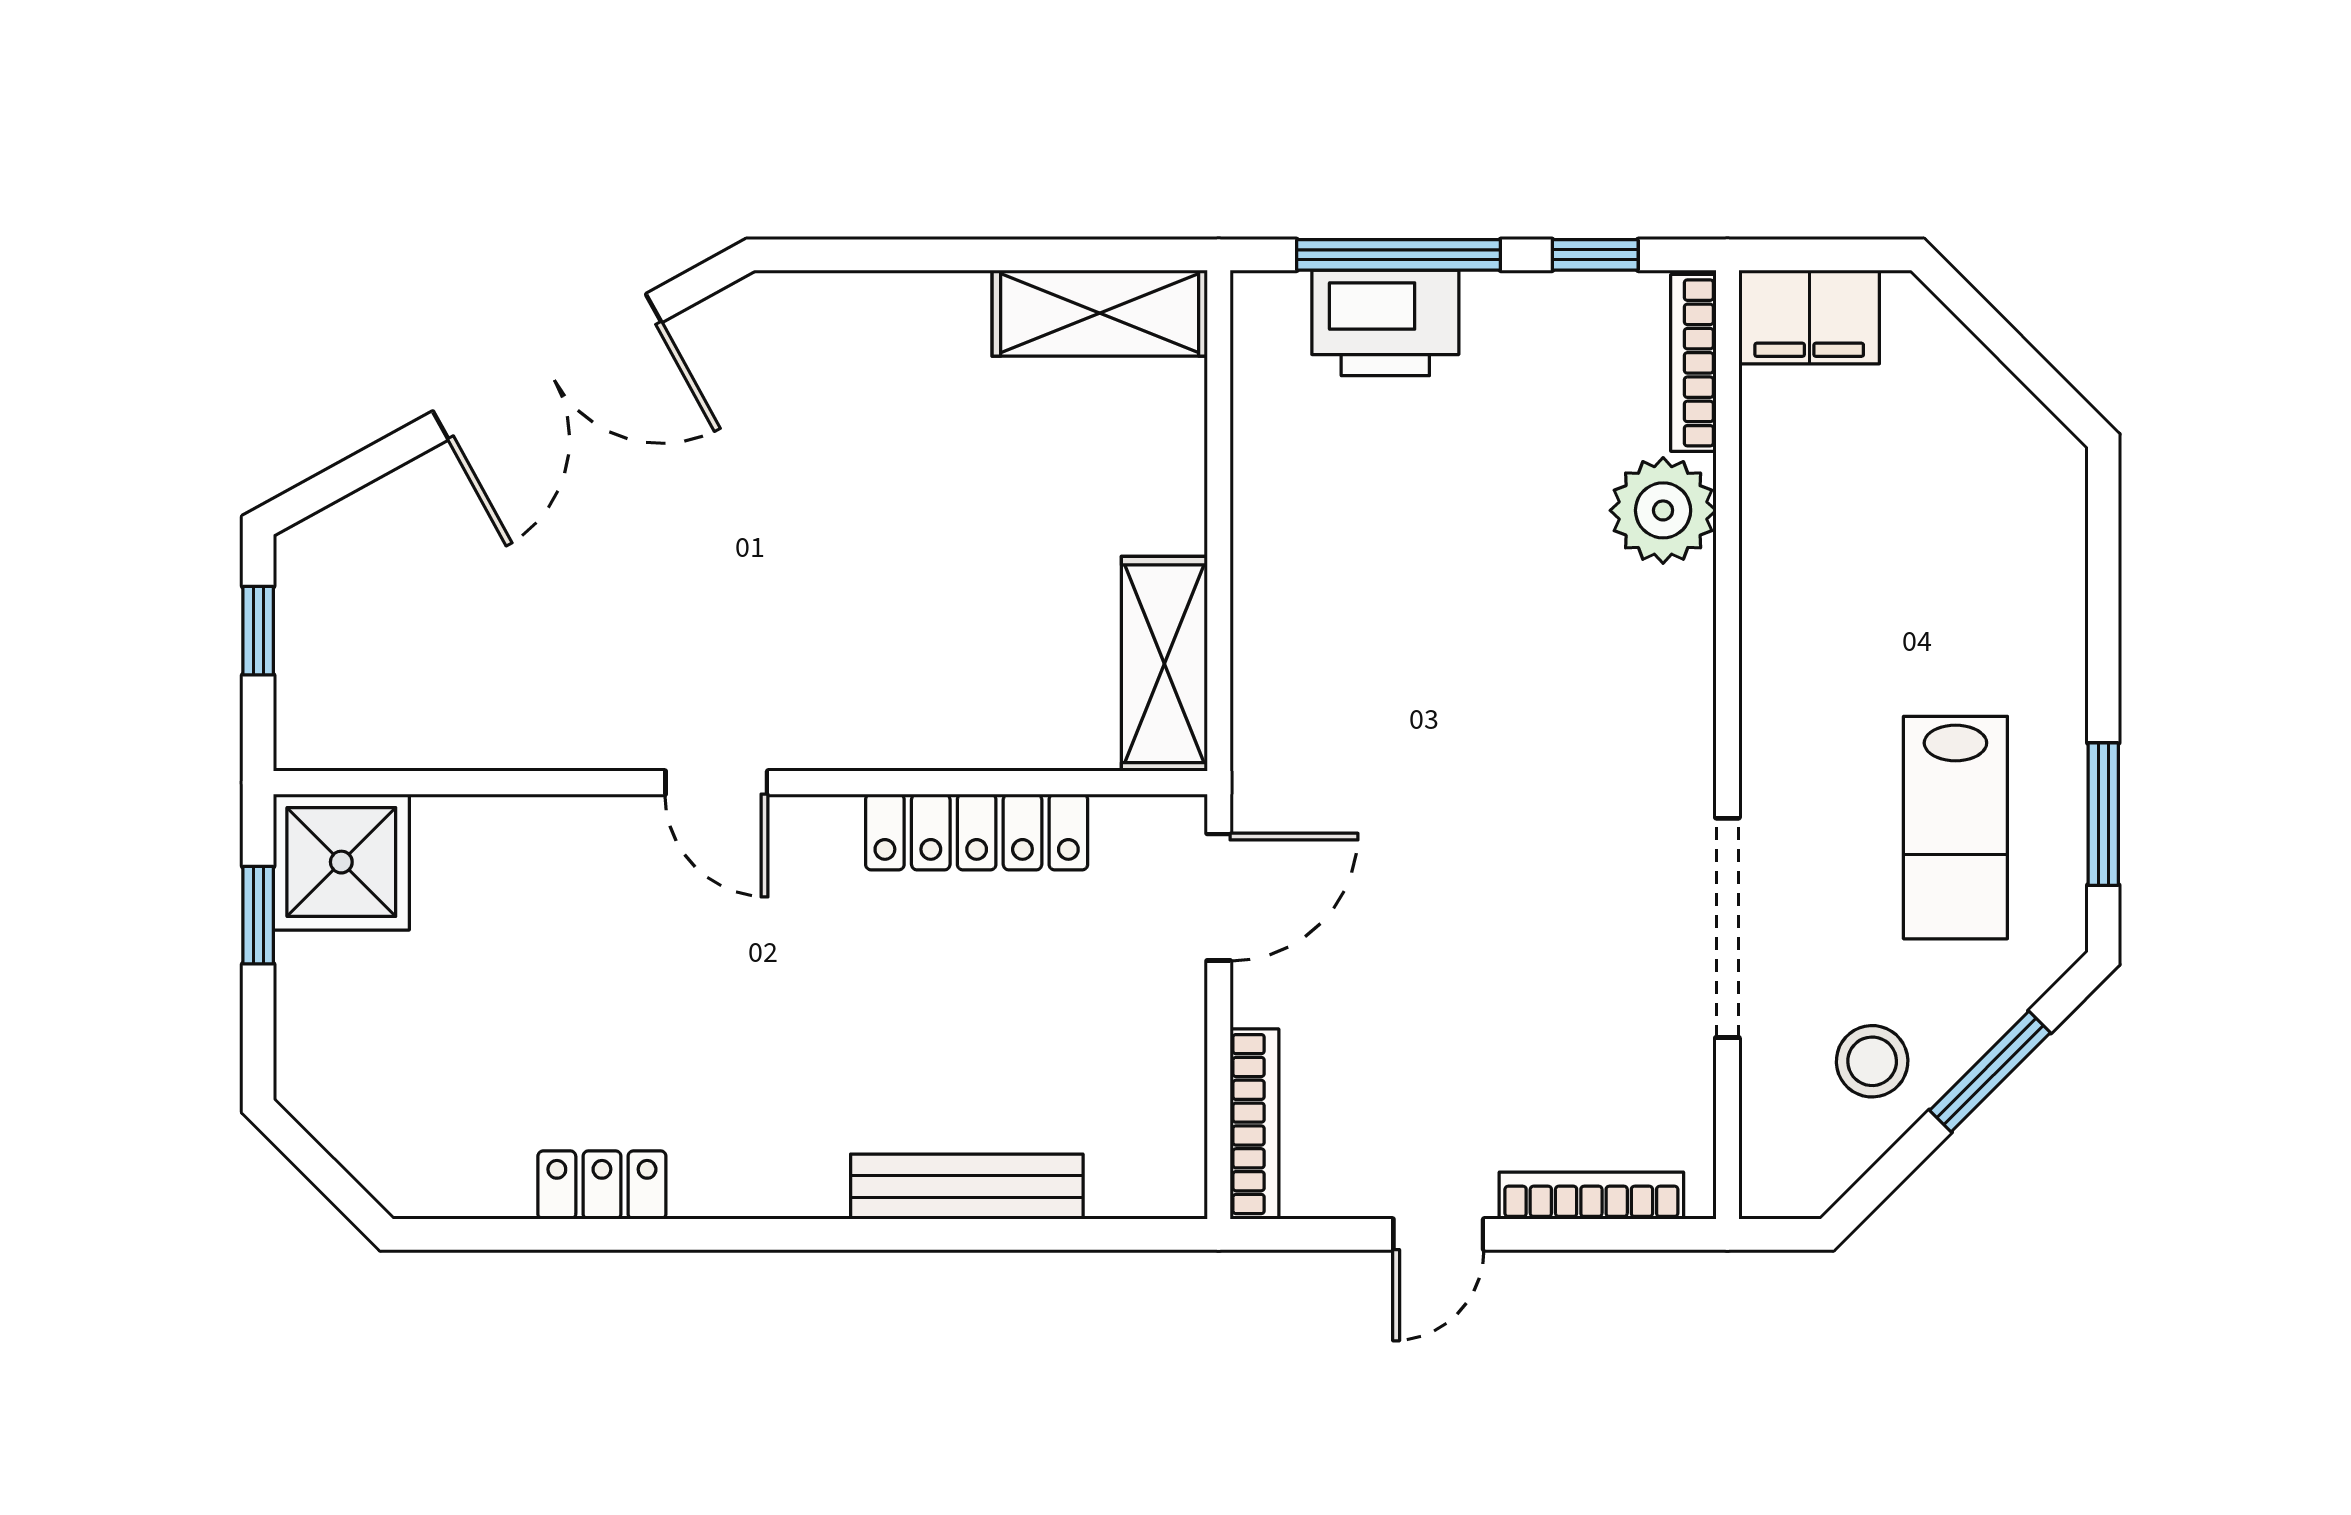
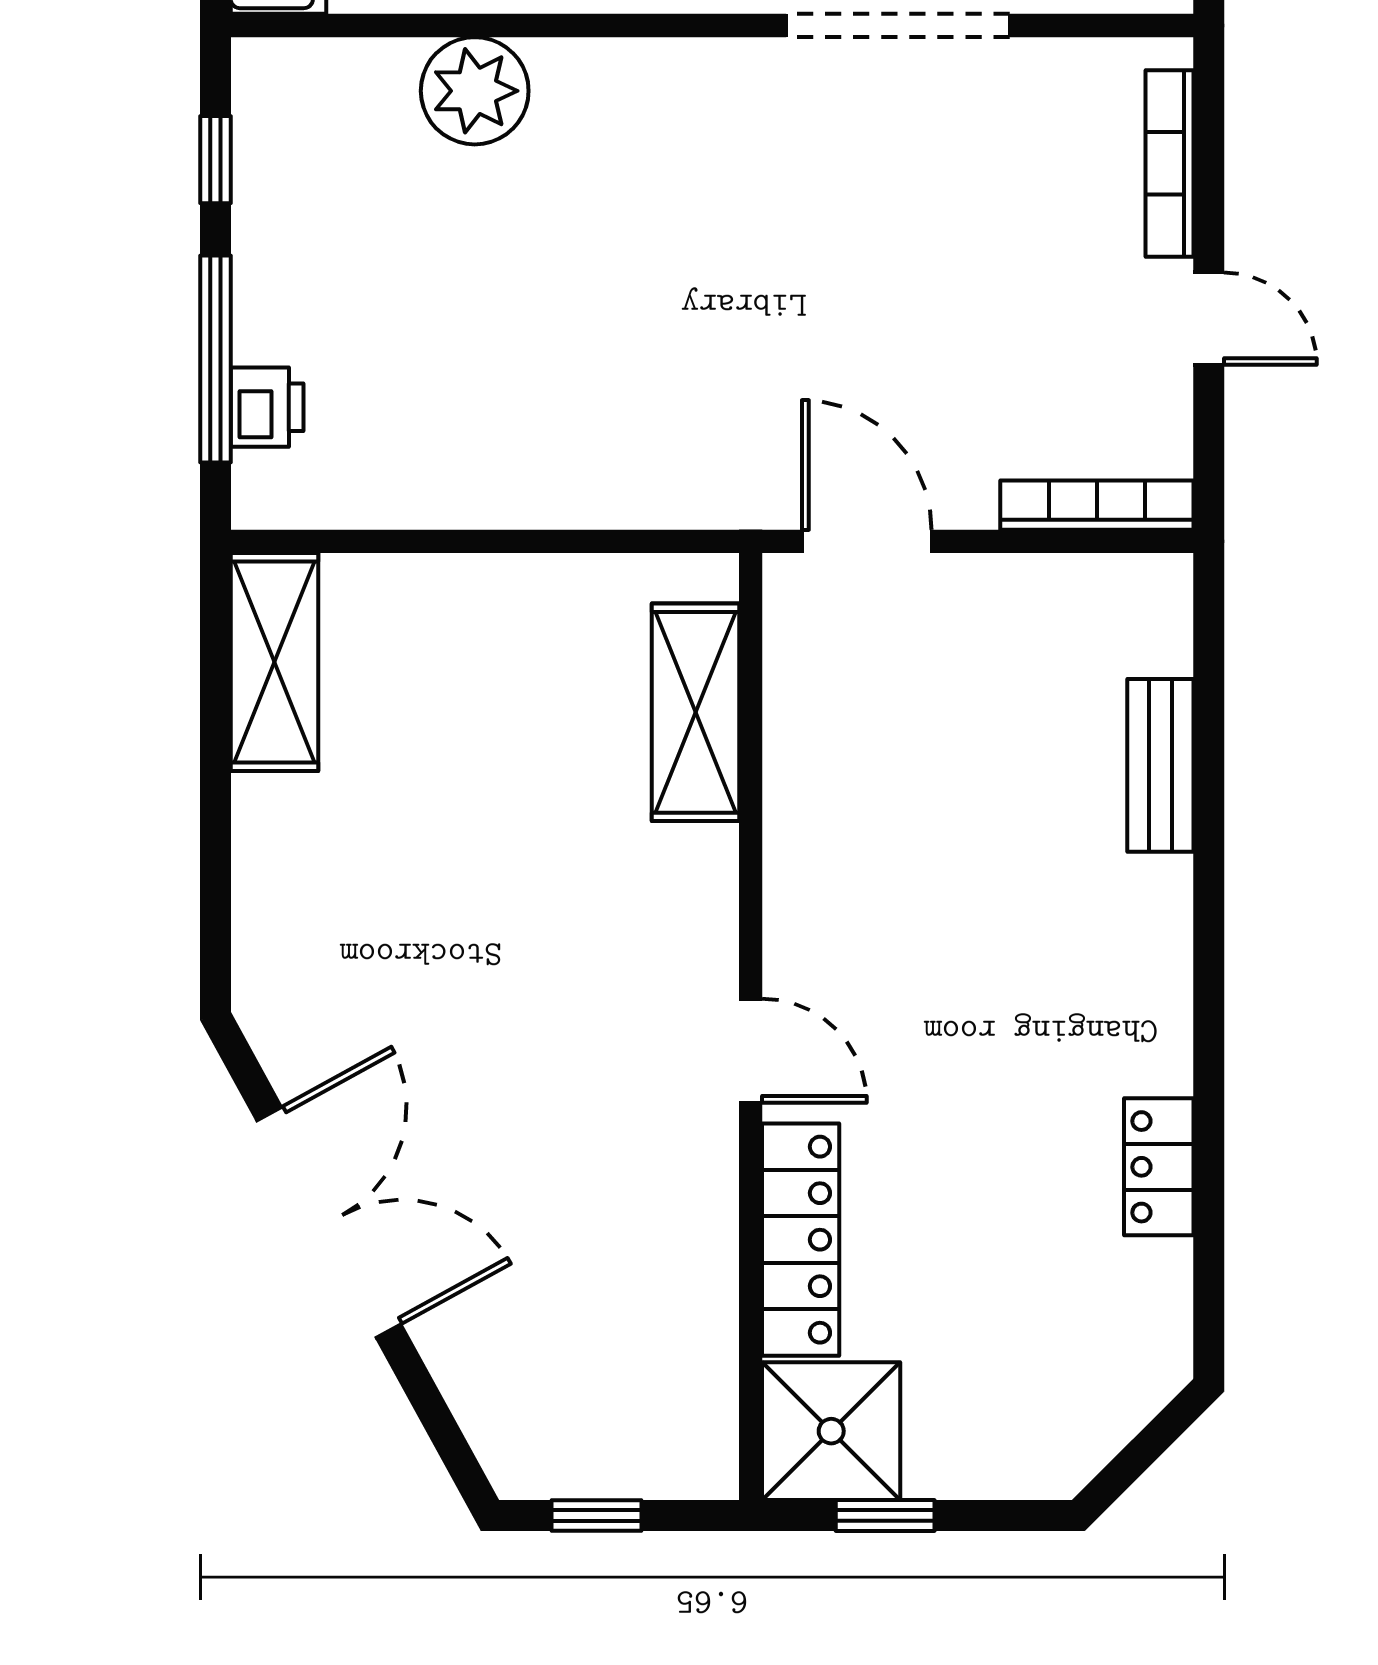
printer: (1385, 323) -> (267, 407), width x0.53, depth x0.68
bookcase: (1693, 363) -> (325, 60), removed
shelving: (1164, 664) -> (696, 712), moved, turned 90
door: (716, 783) -> (751, 1051), hinge flipped
locker: (977, 832) -> (801, 1240), moved
bench: (967, 1187) -> (1160, 765), width x0.73

